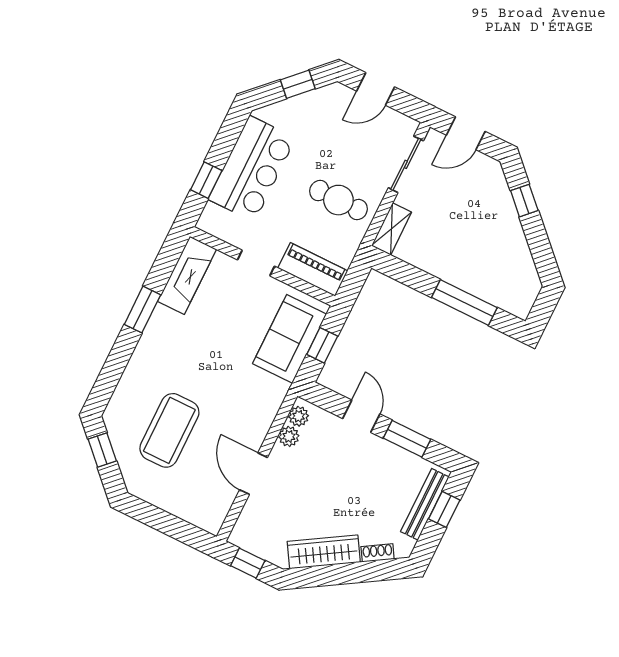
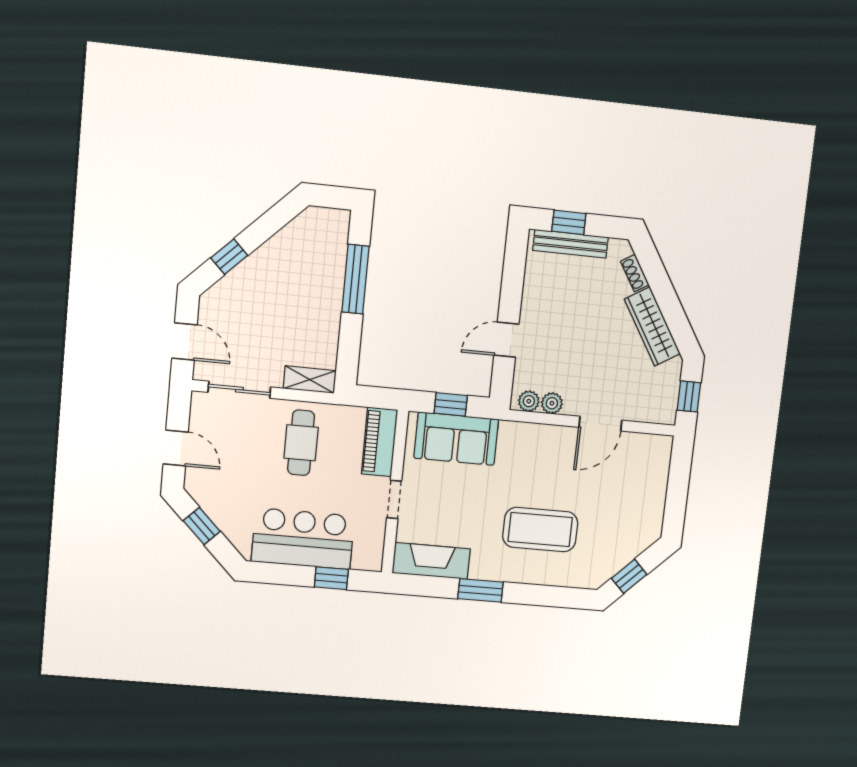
coffee table: (169, 430) -> (540, 530), moved
window: (407, 439) -> (512, 286), removed

